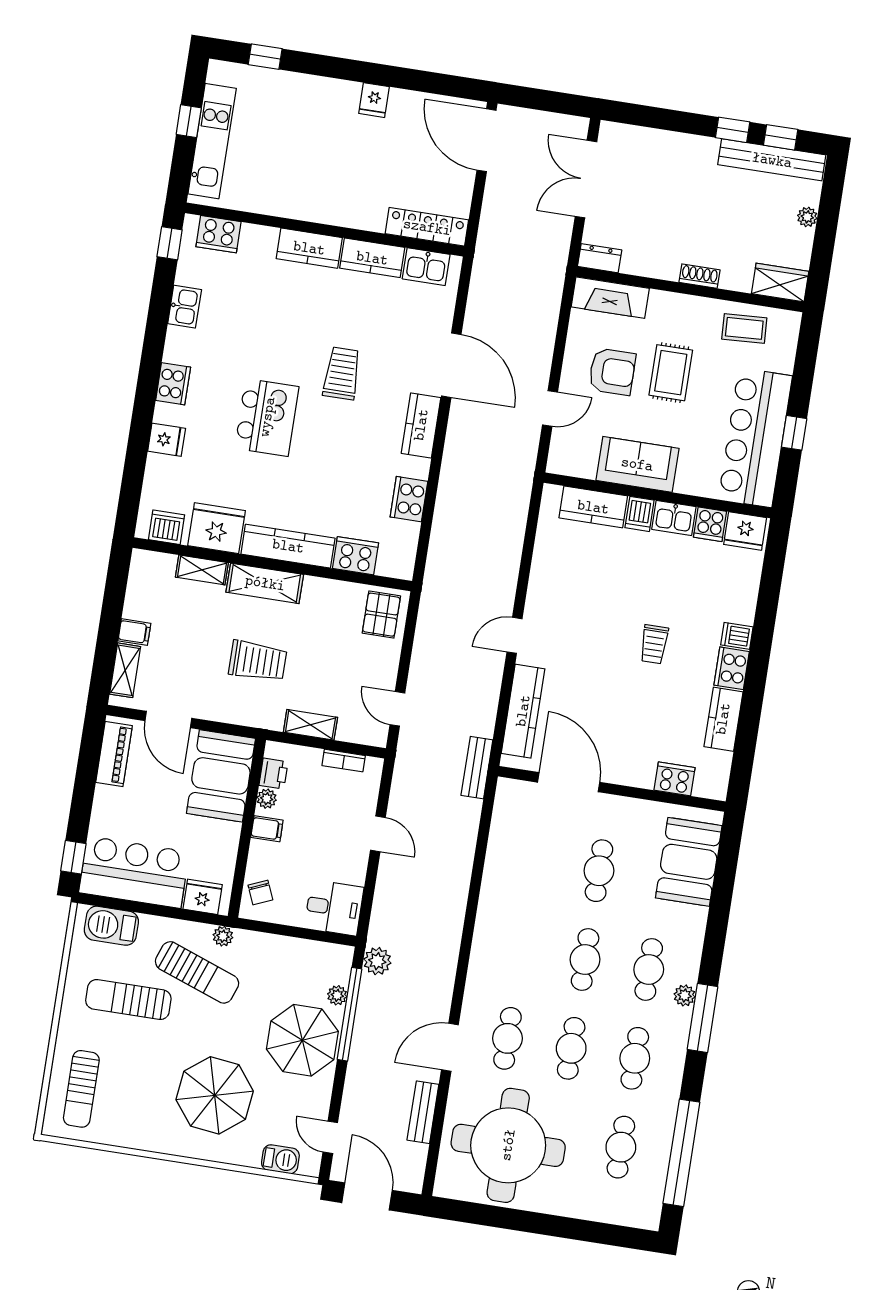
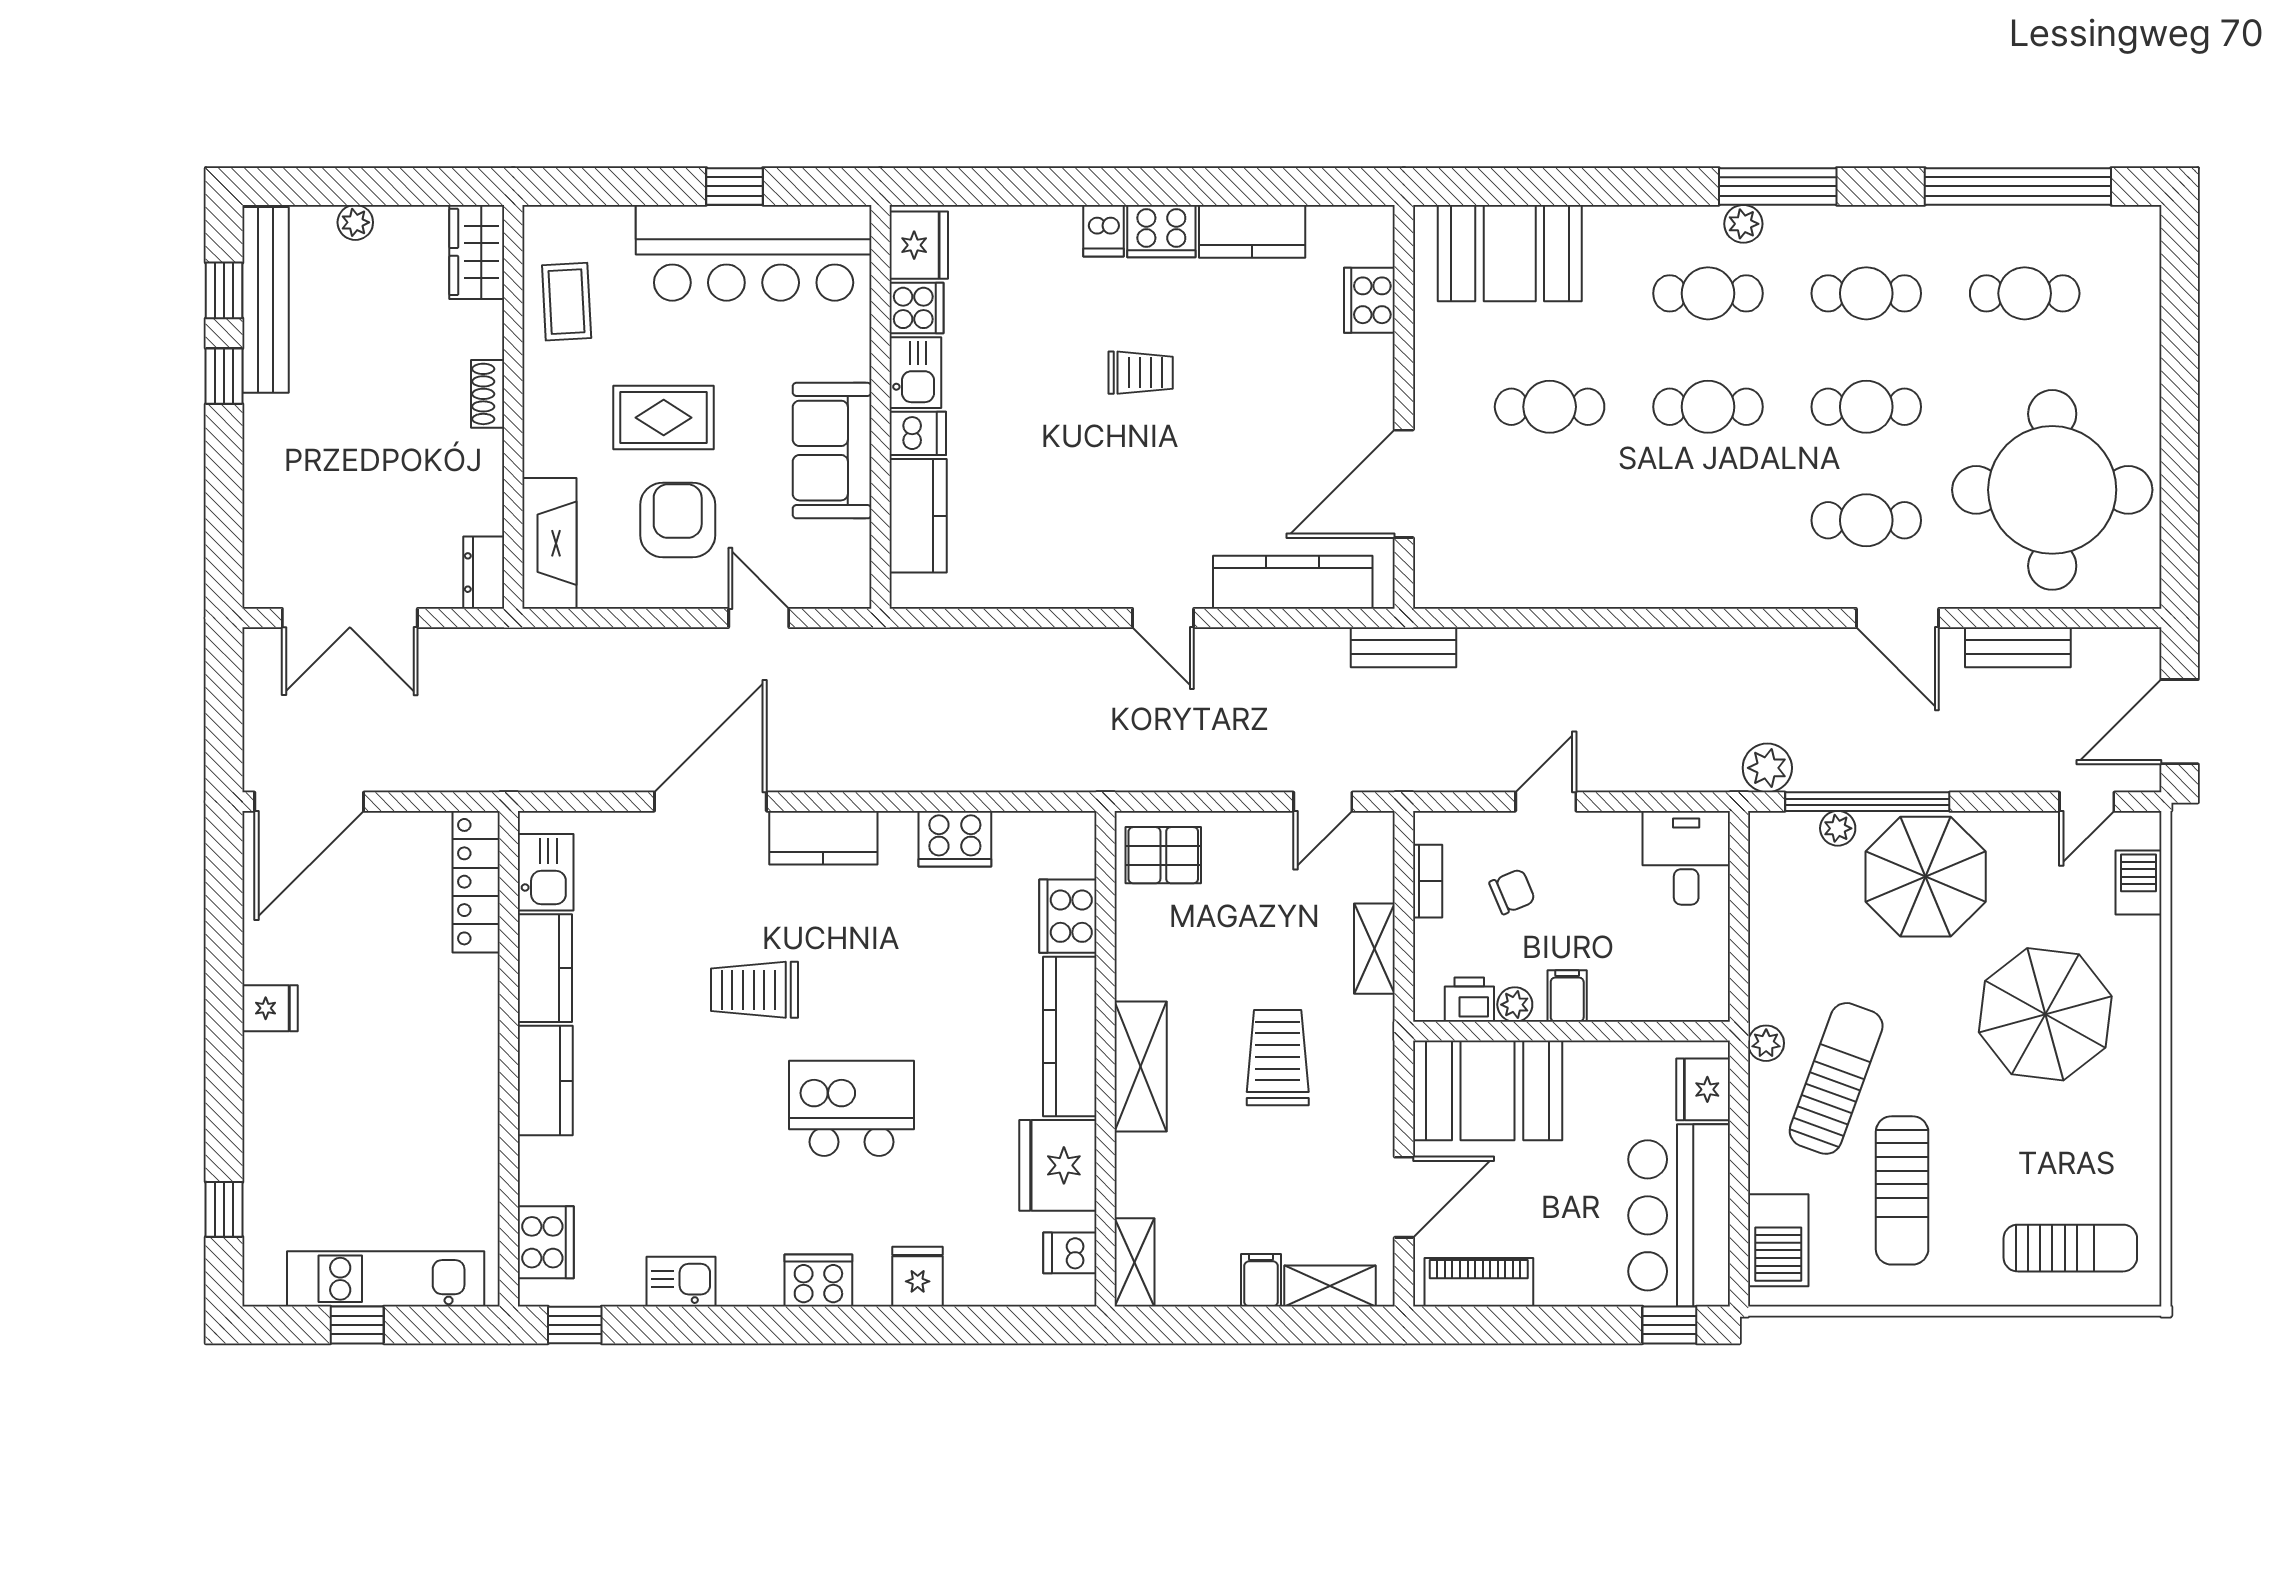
dishwasher: (166, 527) -> (1070, 1253), width x0.73
shelving: (202, 570) -> (1135, 1262), moved
chair: (260, 893) -> (1512, 892), moved

